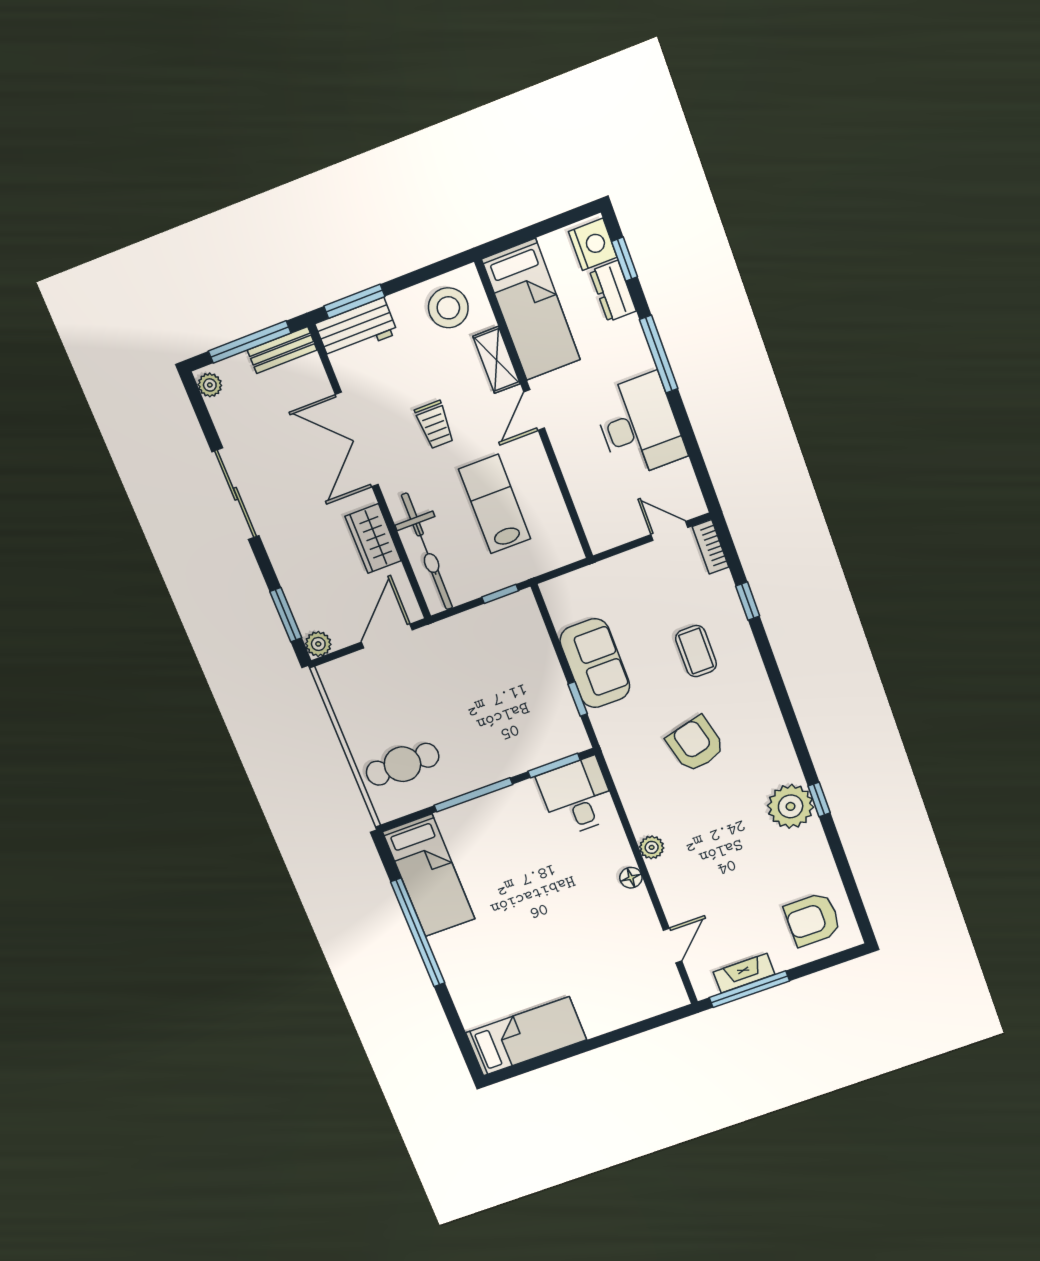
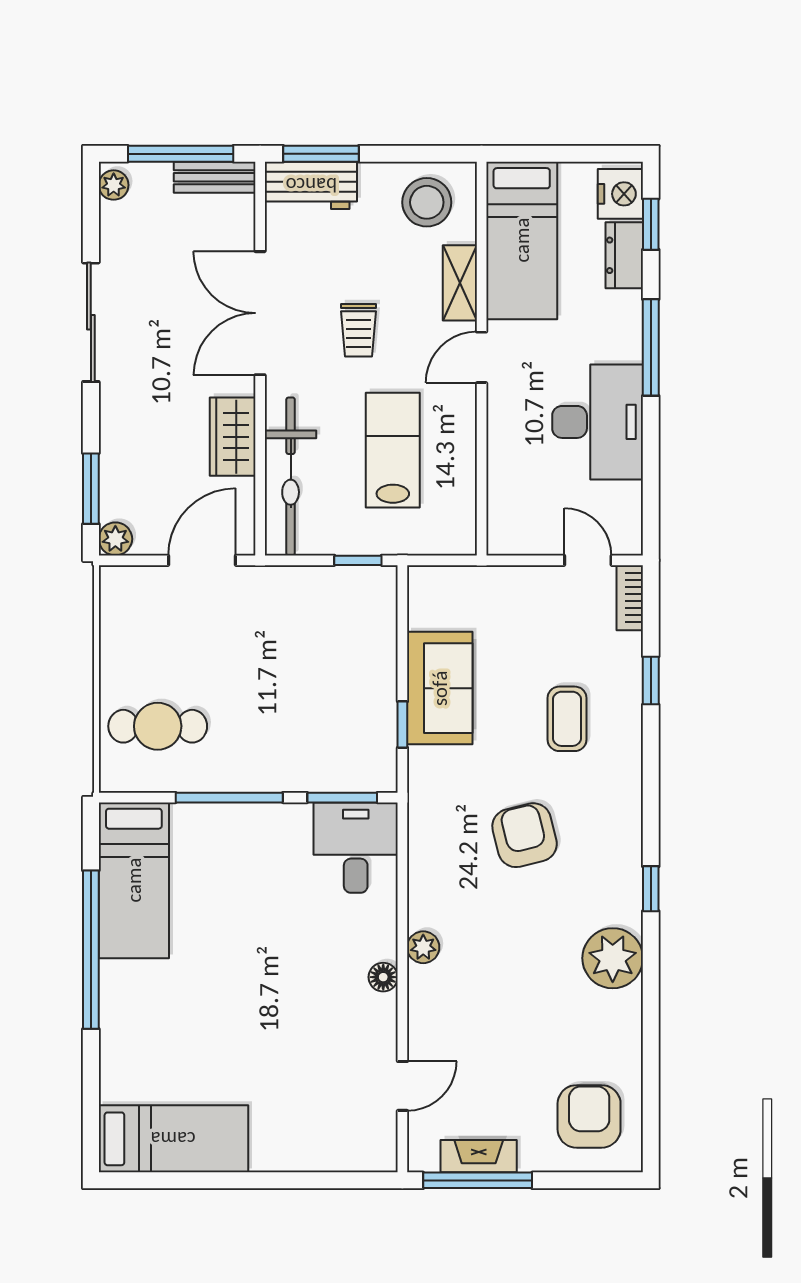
window: (819, 799) -> (651, 889), moved
armchair: (813, 919) -> (589, 1116), turned 90

